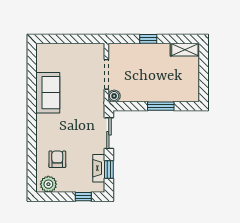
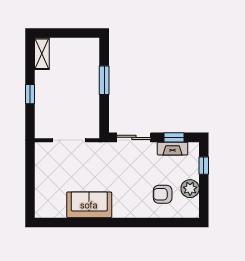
boiler: (114, 96) -> (93, 132), removed
plant: (48, 184) -> (190, 189), moved

